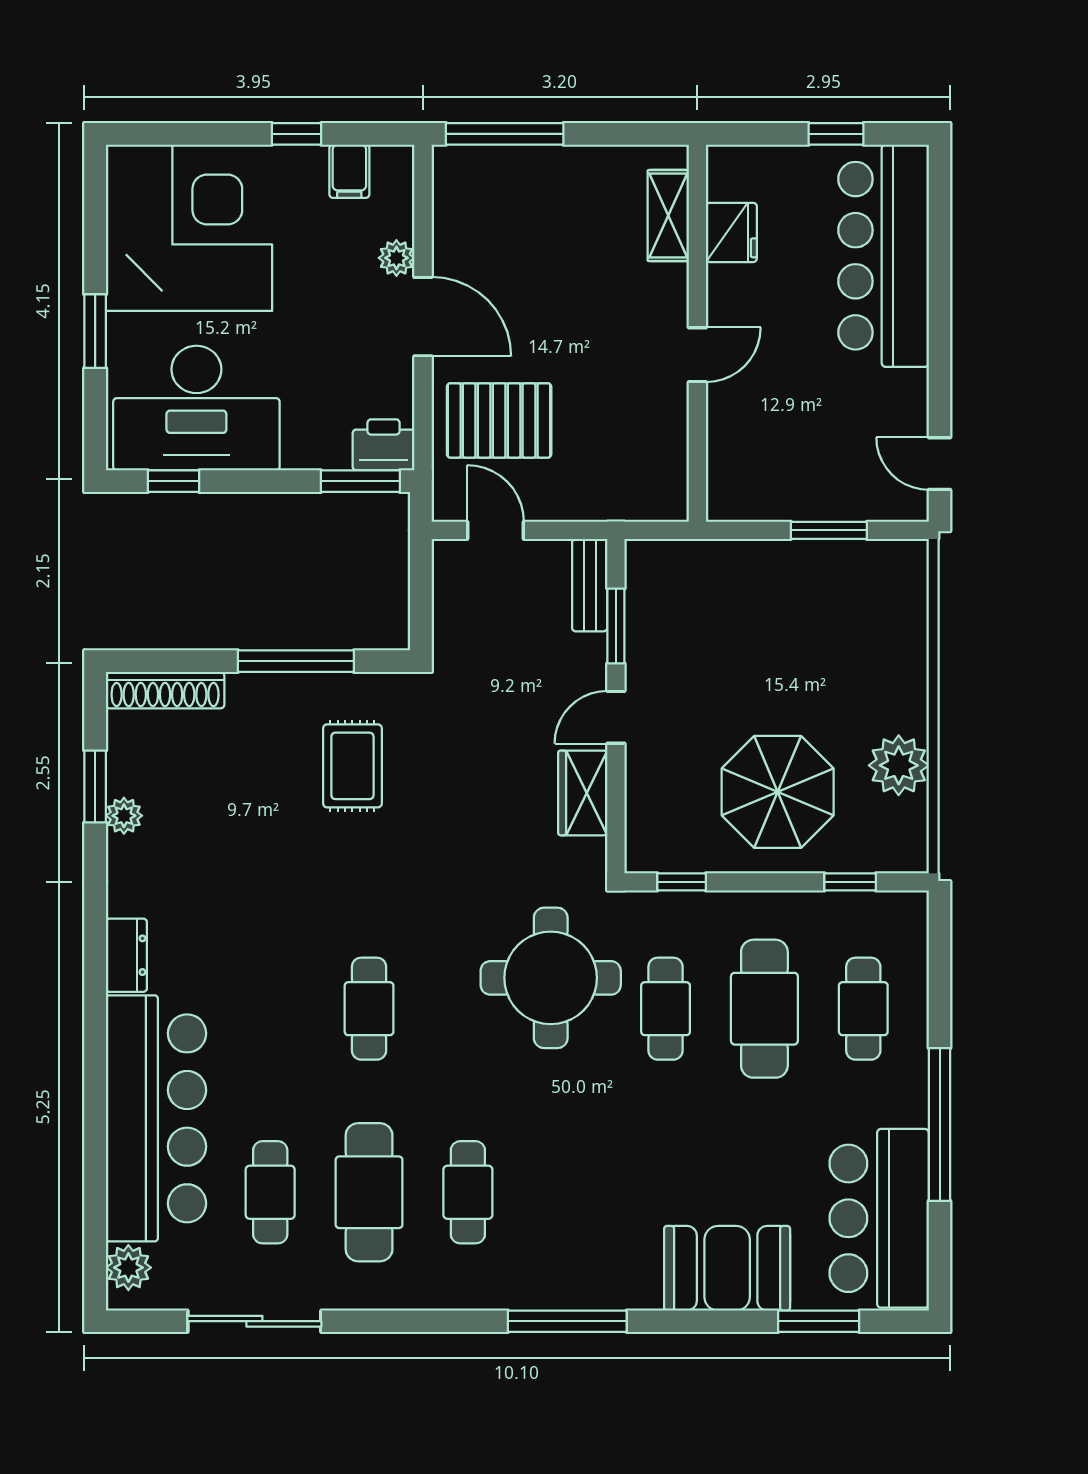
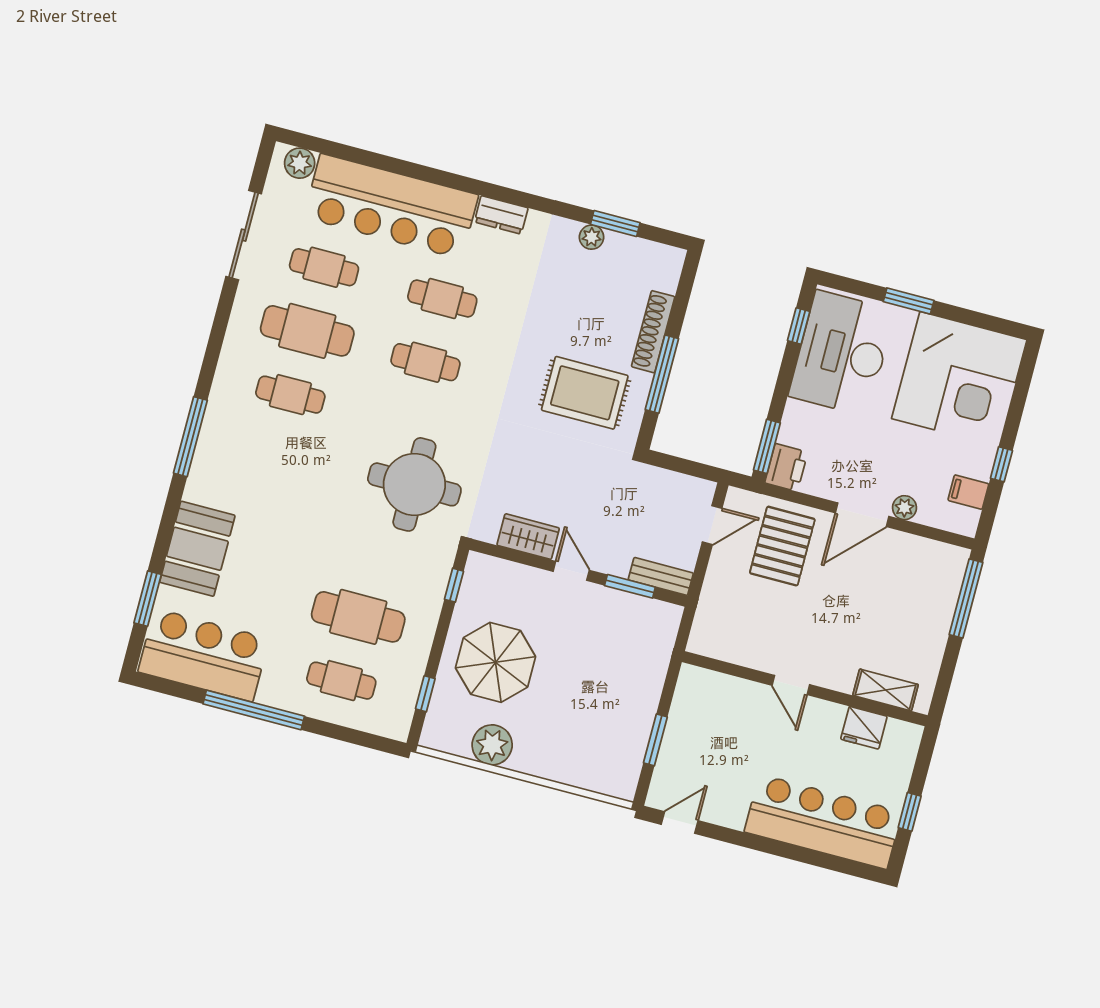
shoe rack: (165, 690) -> (653, 332), moved
rug: (352, 766) -> (585, 393), width x1.36, depth x1.43
cafe table: (666, 1009) -> (442, 298), moved

